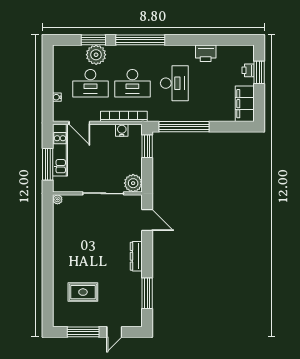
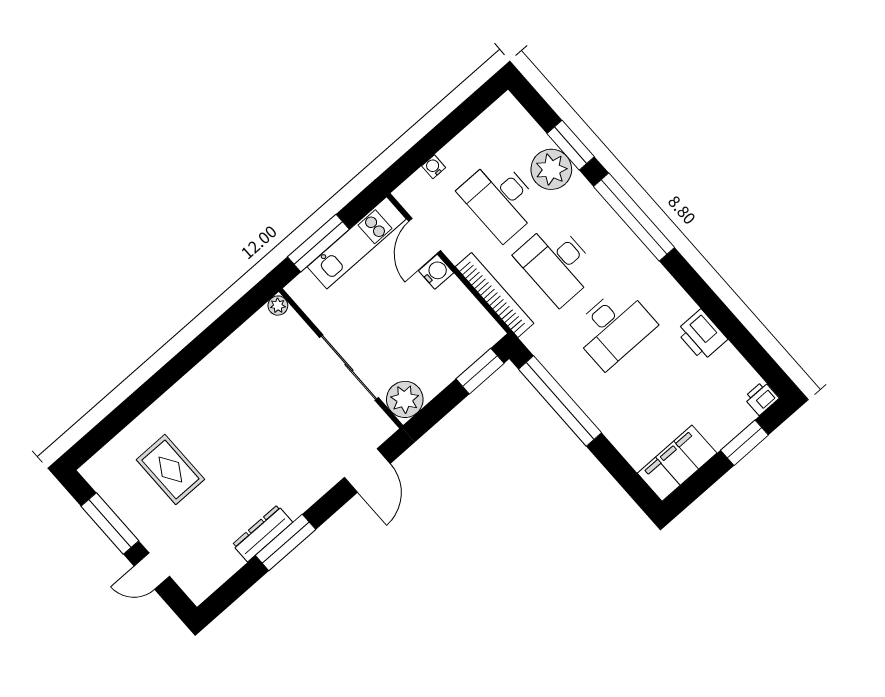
printer: (248, 70) -> (761, 398), moved
water cooler: (122, 130) -> (436, 272), moved
dresser: (136, 256) -> (262, 533), moved
window: (147, 293) -> (286, 542), moved

